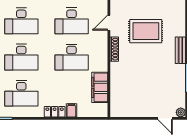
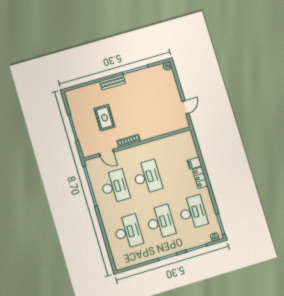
rug: (146, 31) -> (105, 118), width x0.73, depth x0.70
filing cabinet: (100, 87) -> (167, 144), removed
door: (165, 118) -> (185, 107), moved

